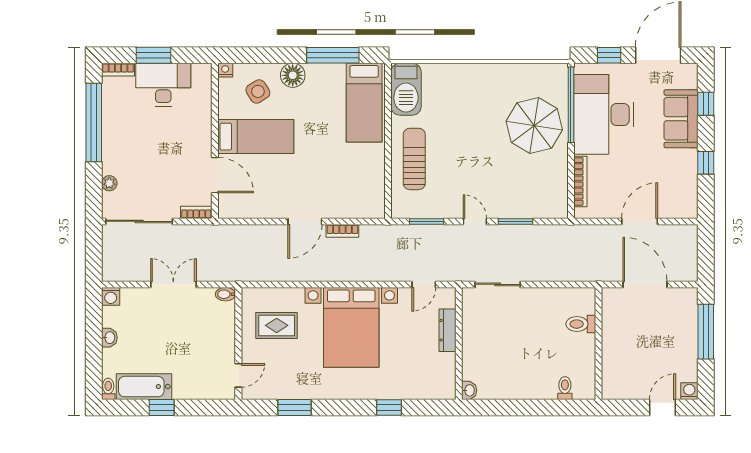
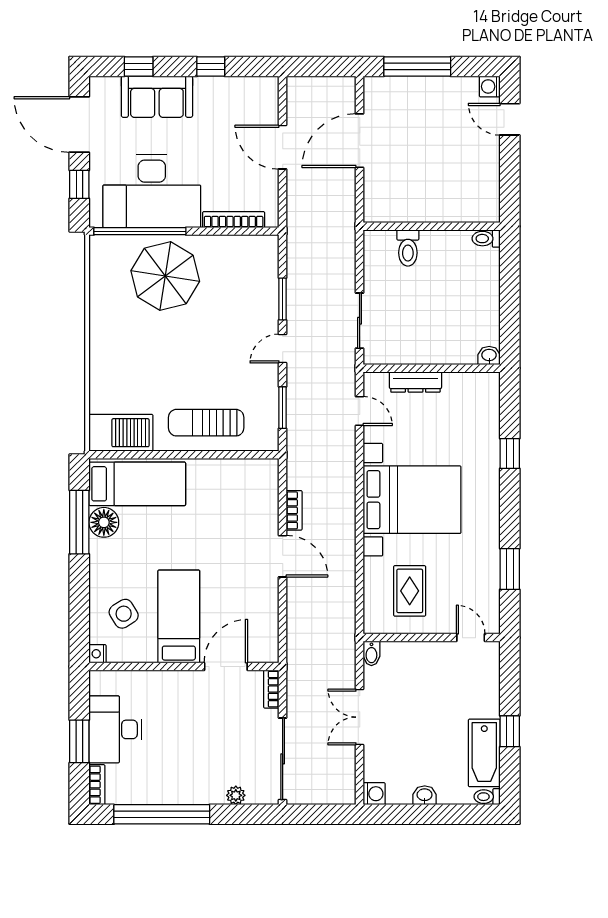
floor lamp: (293, 75) -> (104, 522), moved
toilet: (581, 324) -> (408, 248), moved
wall: (599, 343) -> (432, 226), moved

